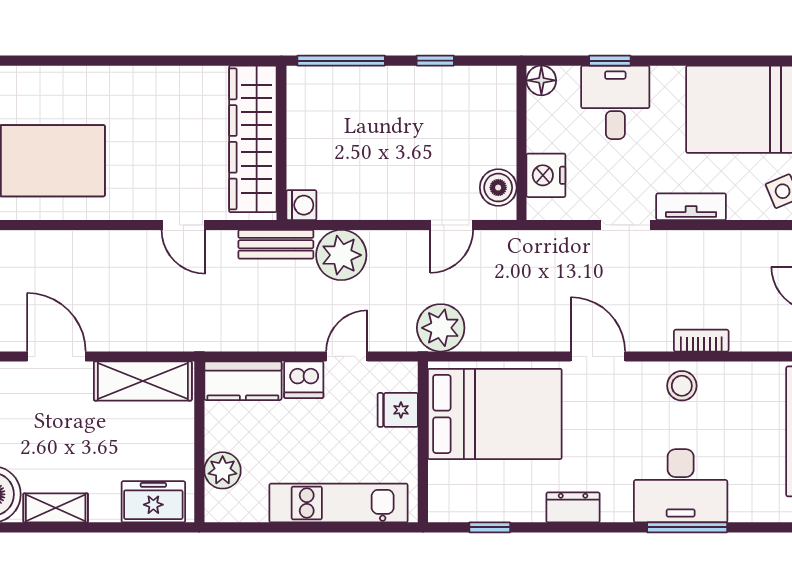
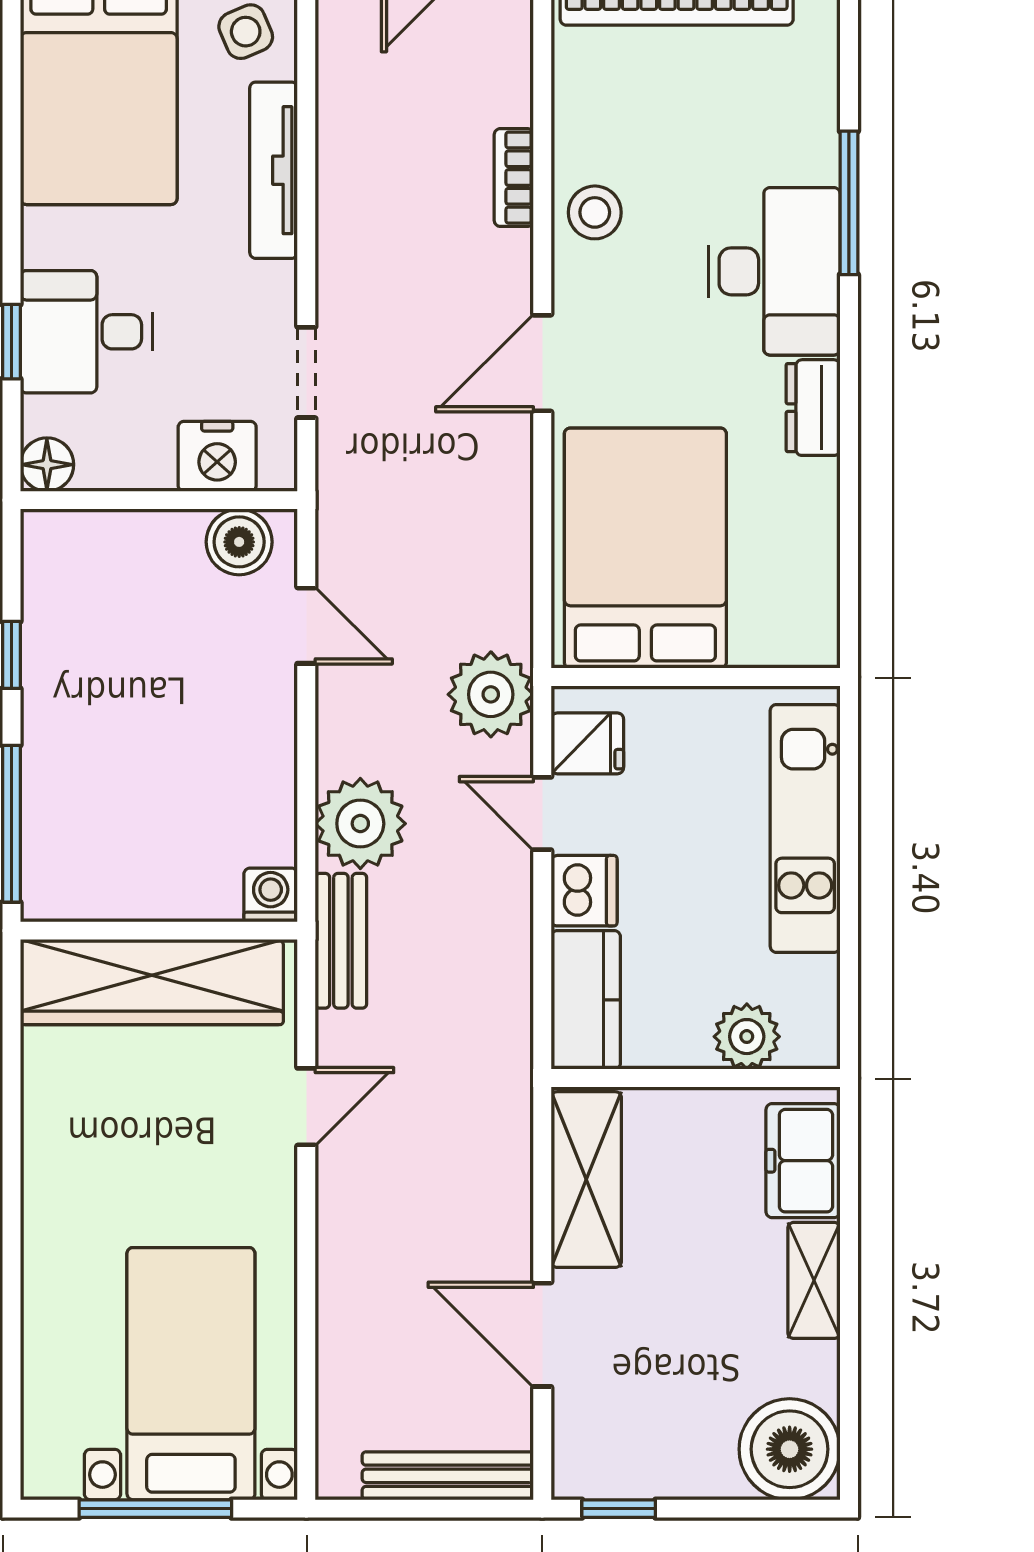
tv unit: (691, 207) -> (274, 170), width x1.41
doorway: (625, 225) -> (306, 372), moved
plant: (441, 328) -> (491, 694), moved
door: (56, 356) -> (542, 1335), hinge flipped
fridge: (398, 410) -> (587, 743), moved, turned -90
desk: (681, 486) -> (774, 271), moved
shelving: (56, 508) -> (814, 1280), moved
window: (490, 527) -> (849, 557), removed

